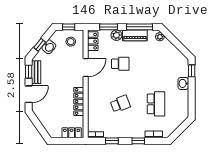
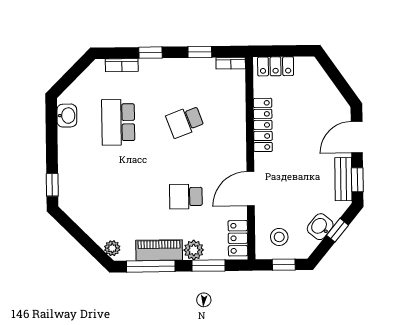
washbasin: (183, 83) -> (67, 116), moved

